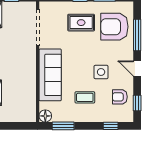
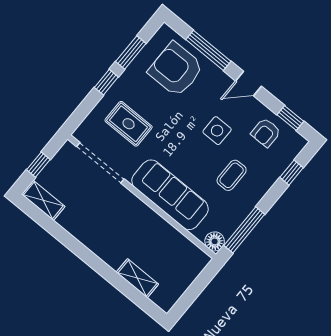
rug: (81, 23) -> (129, 124), moved, turned 90
armchair: (114, 27) -> (176, 69), turned 90
window: (63, 126) -> (244, 230), width x1.44

